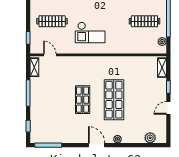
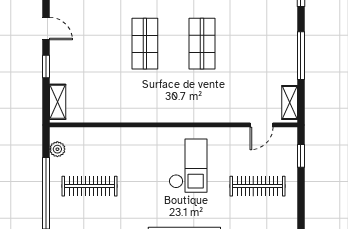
checkout: (90, 32) -> (188, 166), turned 90
door: (50, 55) -> (261, 125), hinge flipped
shop shelf: (114, 100) -> (145, 44), width x0.70, depth x0.74
door: (168, 108) -> (46, 29), hinge flipped

